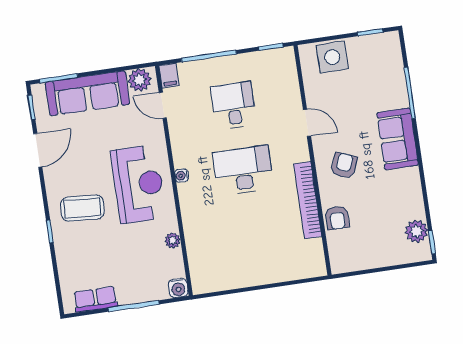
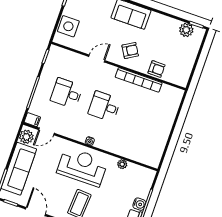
armchair: (344, 165) -> (130, 51), turned 127
desk: (243, 170) -> (104, 106), width x0.73
water cooler: (178, 288) -> (139, 204), moved

